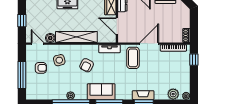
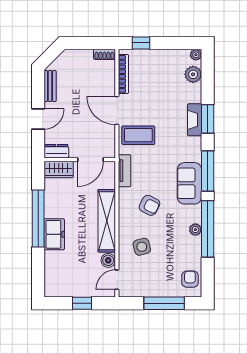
armchair: (41, 68) -> (190, 279), moved

